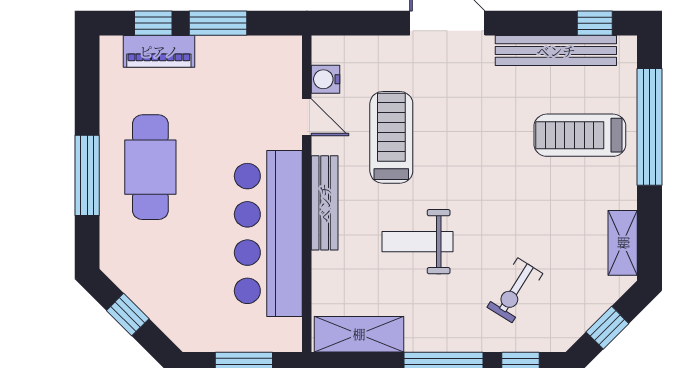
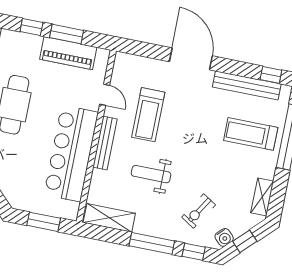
piano: (159, 51) -> (68, 53), moved, width x1.37, depth x1.33
water cooler: (326, 79) -> (224, 237), moved, turned -135
treadmill: (391, 137) -> (148, 115), turned 180

